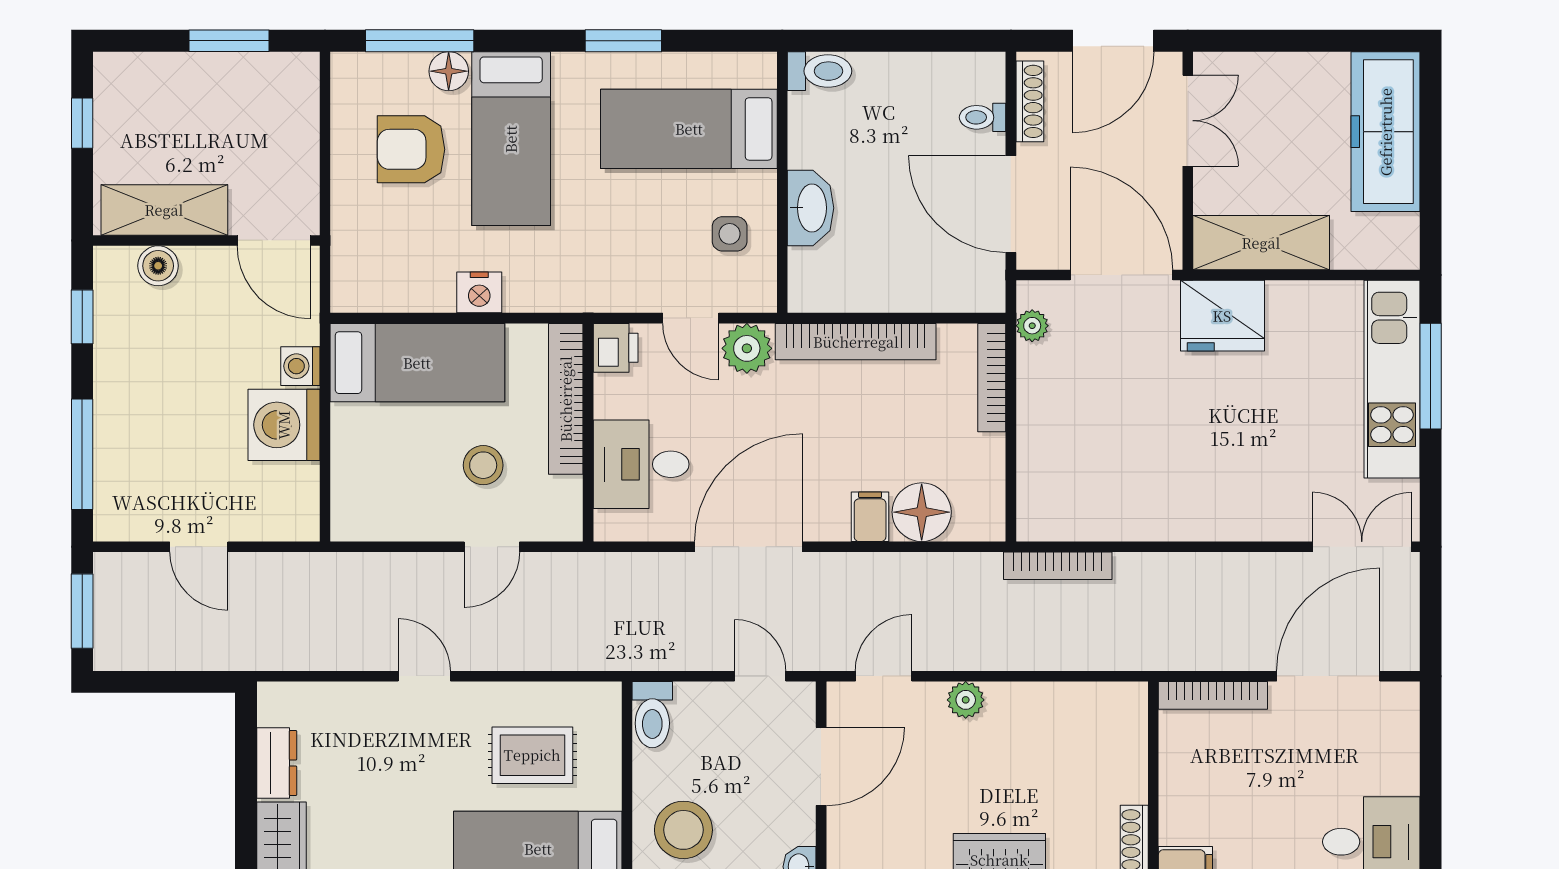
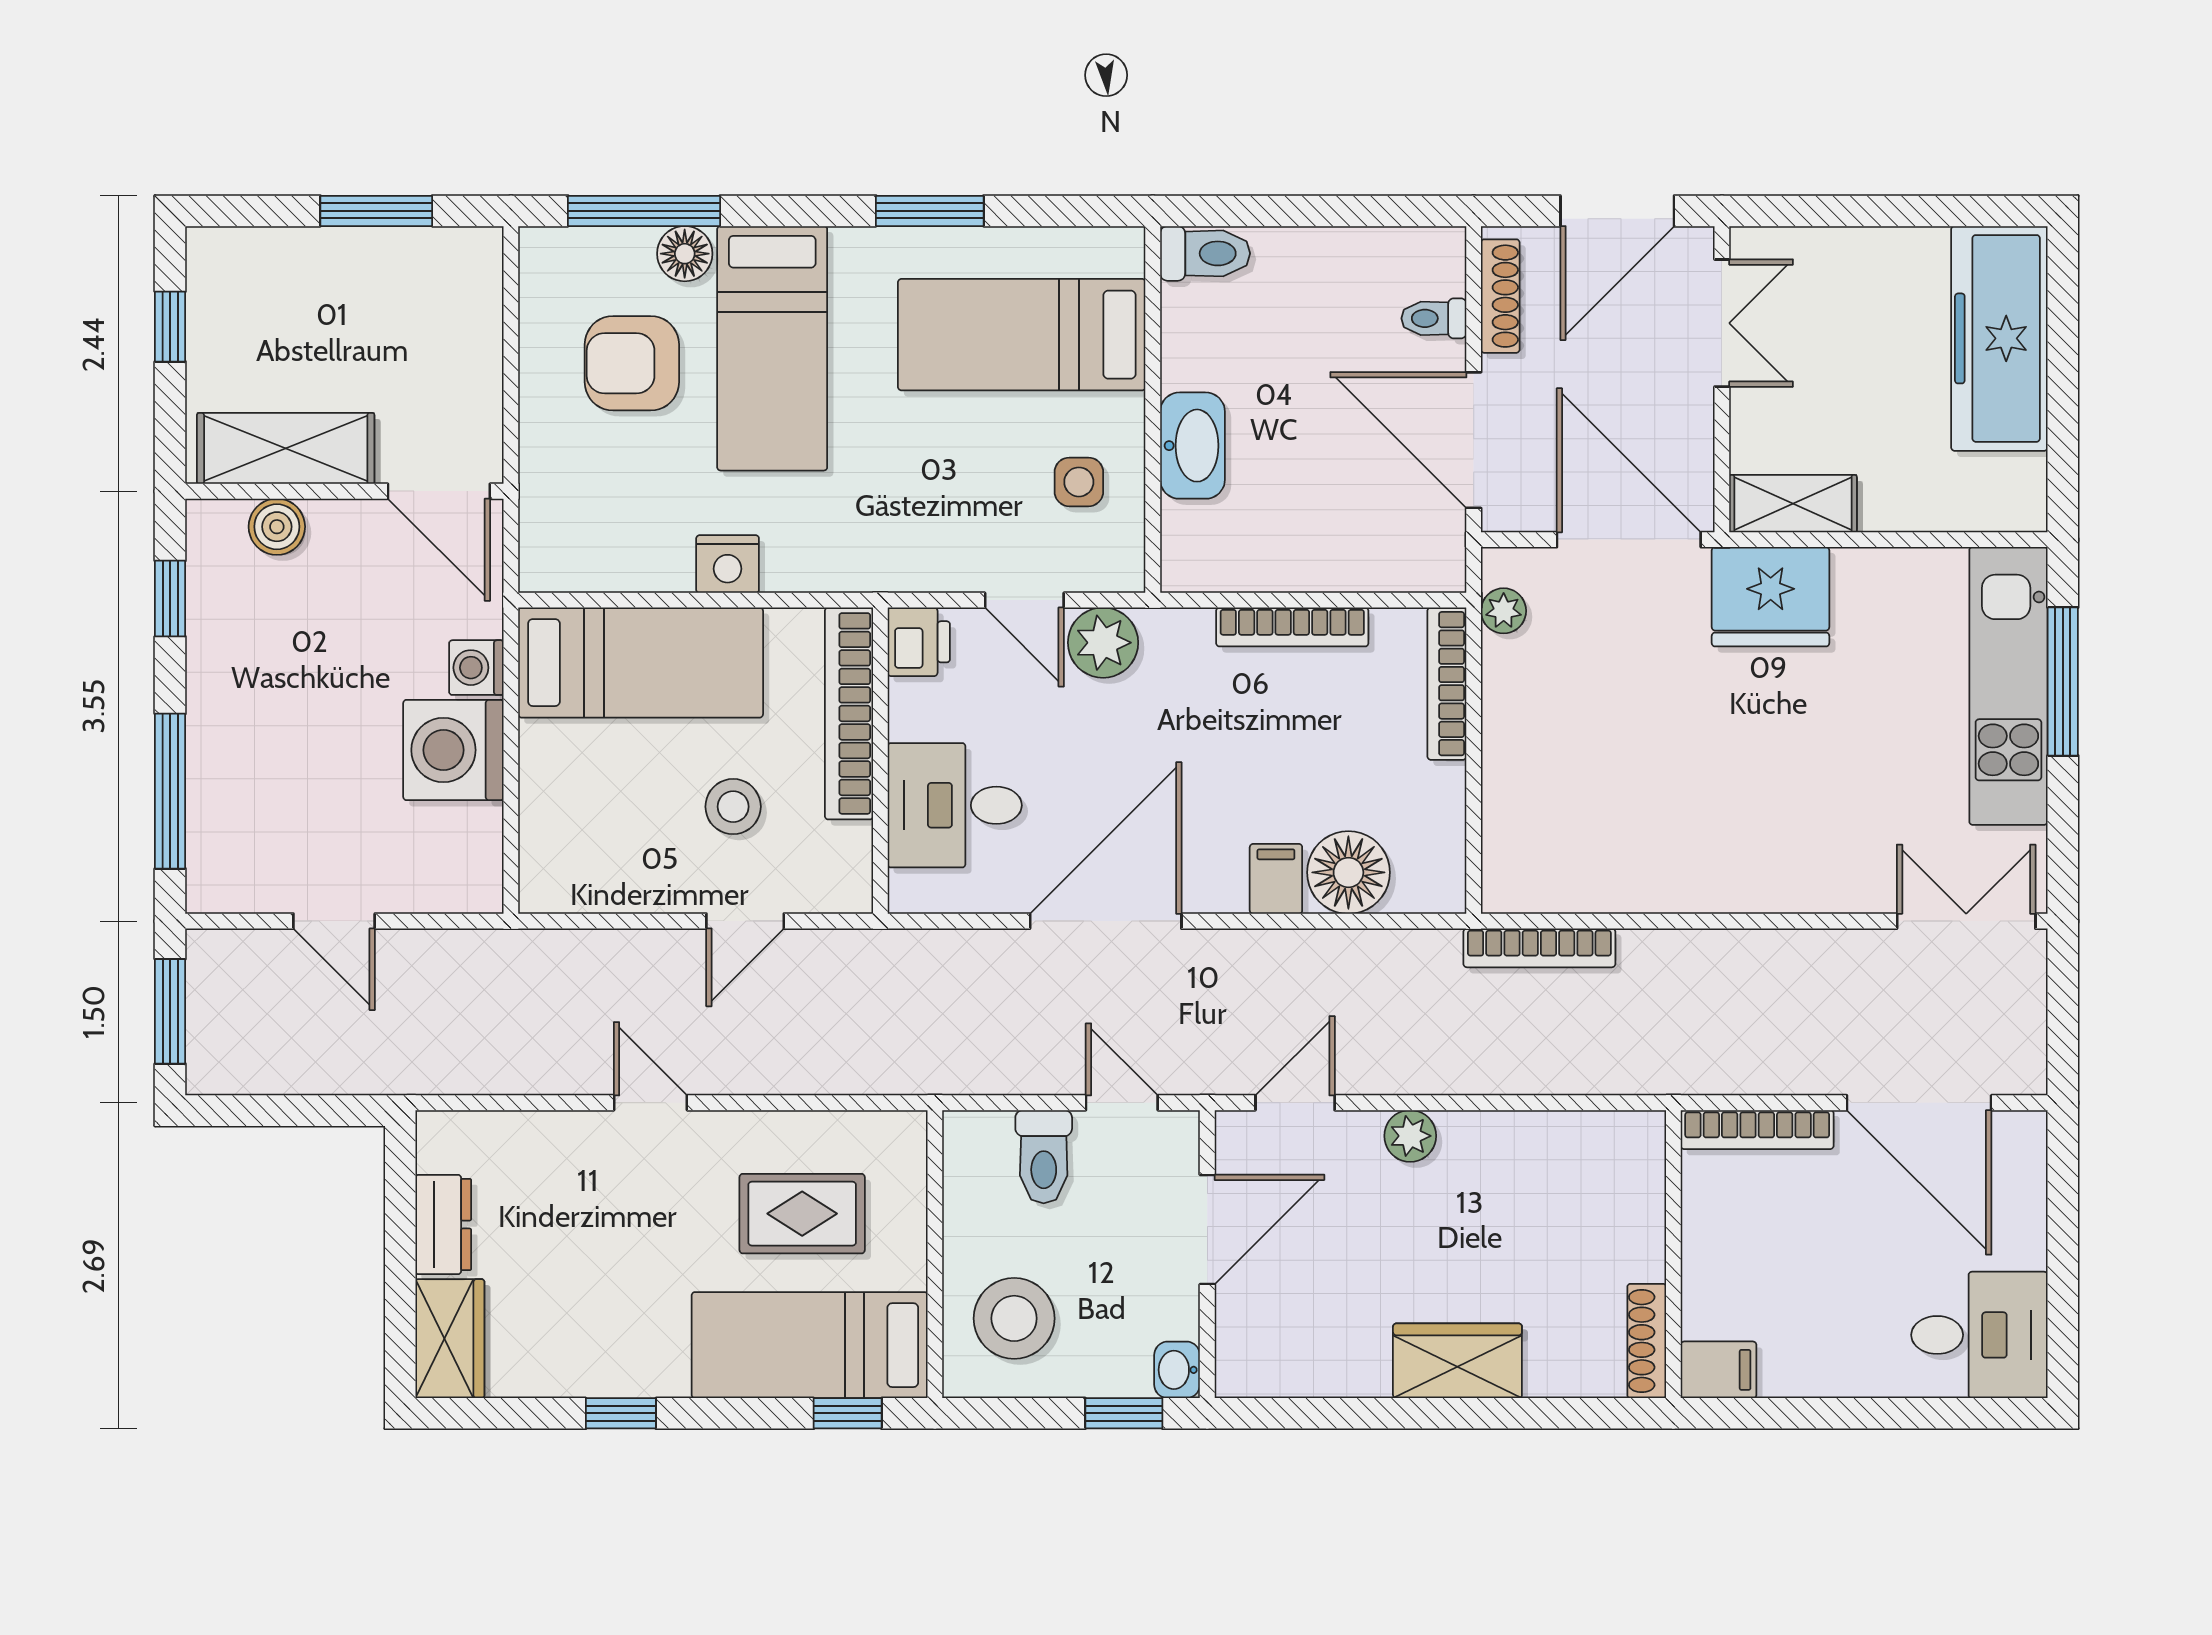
shelving: (1261, 243) -> (1793, 504), width x0.67, depth x0.75
bookcase: (856, 342) -> (1292, 627), width x0.68, depth x0.76
door: (1328, 676) -> (1919, 1103), swing flipped
toilet: (652, 715) -> (1044, 1157), moved

